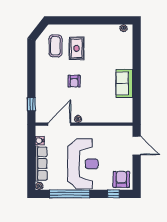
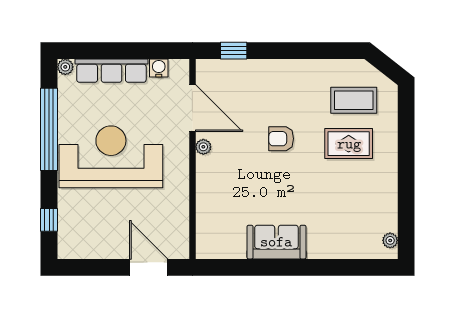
door: (137, 145) -> (149, 267), swing flipped
reception desk: (83, 164) -> (111, 157), turned 180
armchair: (121, 179) -> (79, 236), removed

